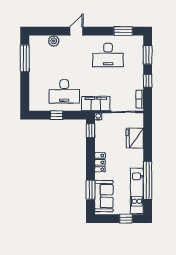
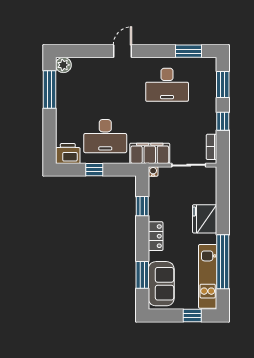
plant: (54, 41) -> (63, 65), moved
printer: (38, 104) -> (68, 154), added
window: (90, 131) -> (142, 206), moved
fridge: (135, 138) -> (205, 219), moved

